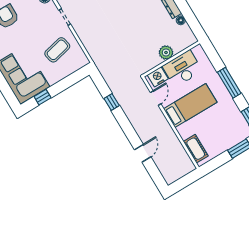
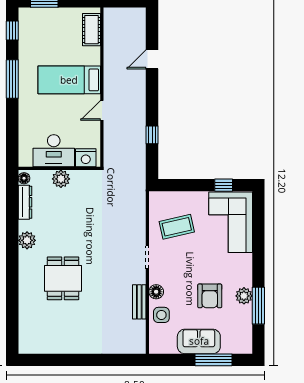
plant: (166, 53) -> (61, 179), moved
wall: (171, 59) -> (59, 168), moved
desk: (182, 69) -> (54, 151), moved
nightstand: (158, 77) -> (86, 158), moved

